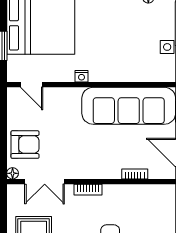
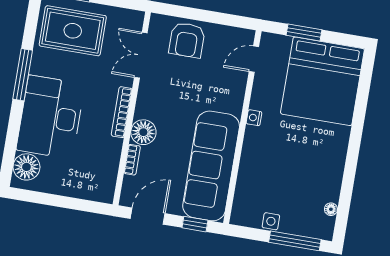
floor lamp: (13, 173) -> (143, 132), moved, width x1.89, depth x1.89
bookcase: (88, 190) -> (122, 112), width x1.56

